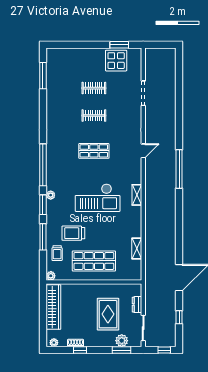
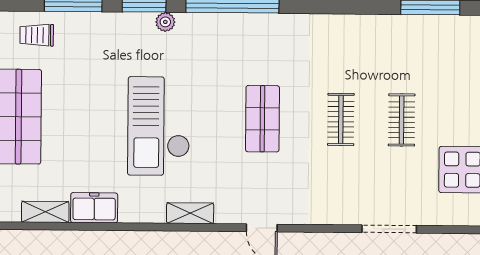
shelving: (137, 195) -> (190, 213), moved
freezer: (135, 226) -> (94, 208), added
trolley: (73, 233) -> (80, 72), removed

